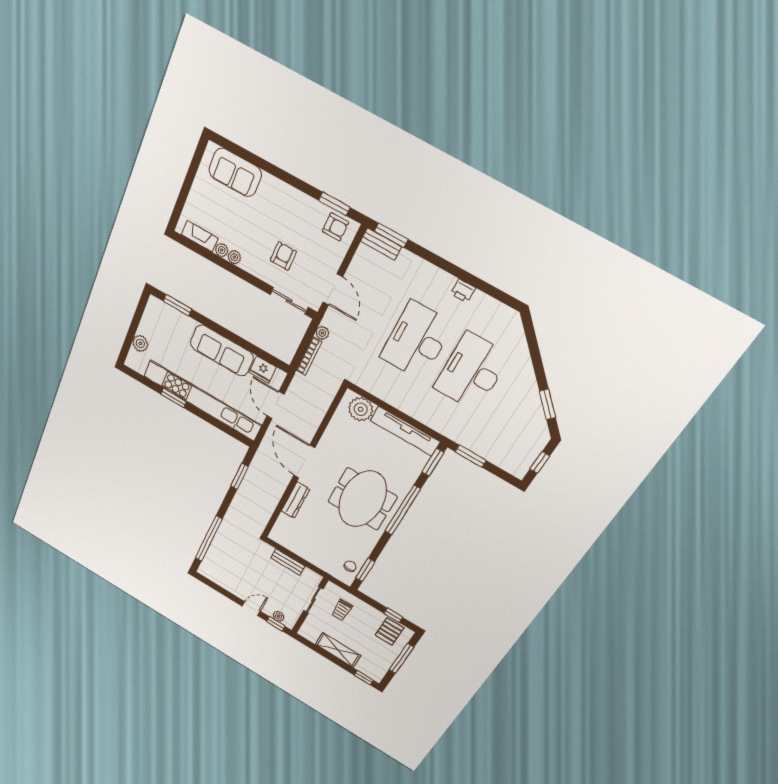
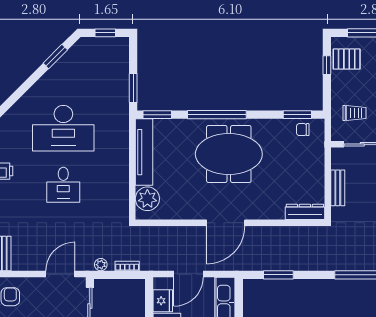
desk: (417, 341) -> (63, 185), width x0.53, depth x0.77
bookcase: (309, 356) -> (127, 266), width x0.64
dresser: (296, 500) -> (305, 212), moved

